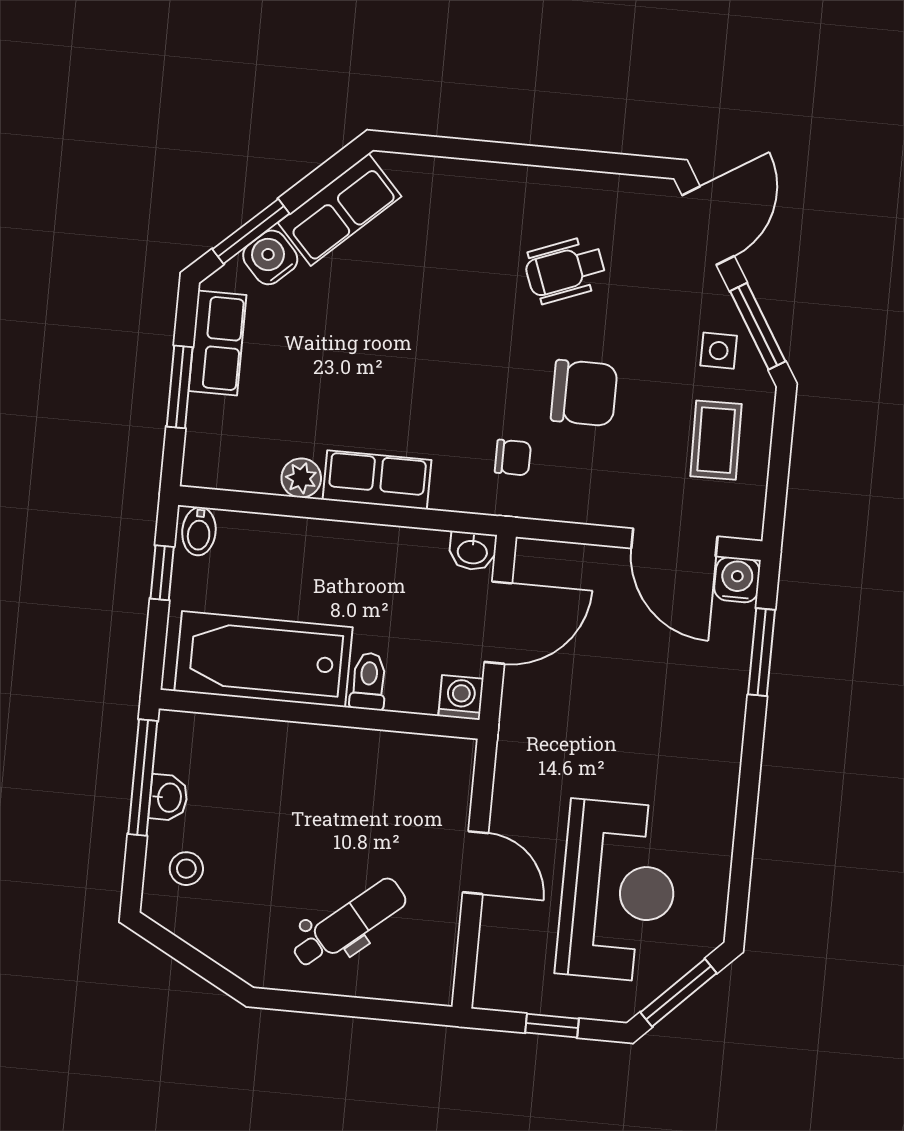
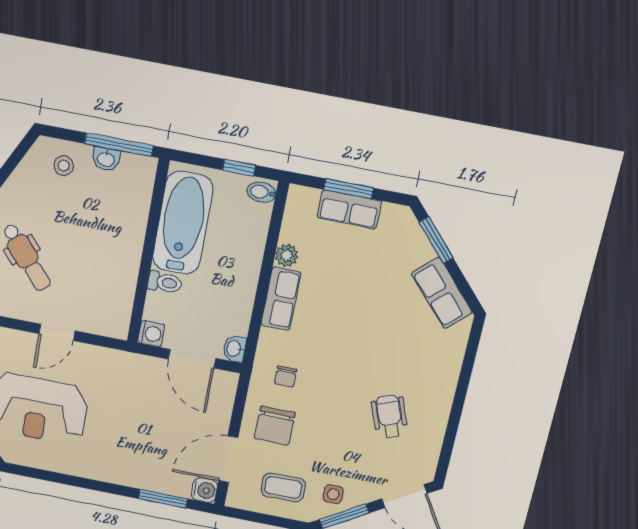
water cooler: (270, 257) -> (419, 250), removed
row of seats: (217, 343) -> (349, 209), moved
chair: (584, 393) -> (275, 426), moved

